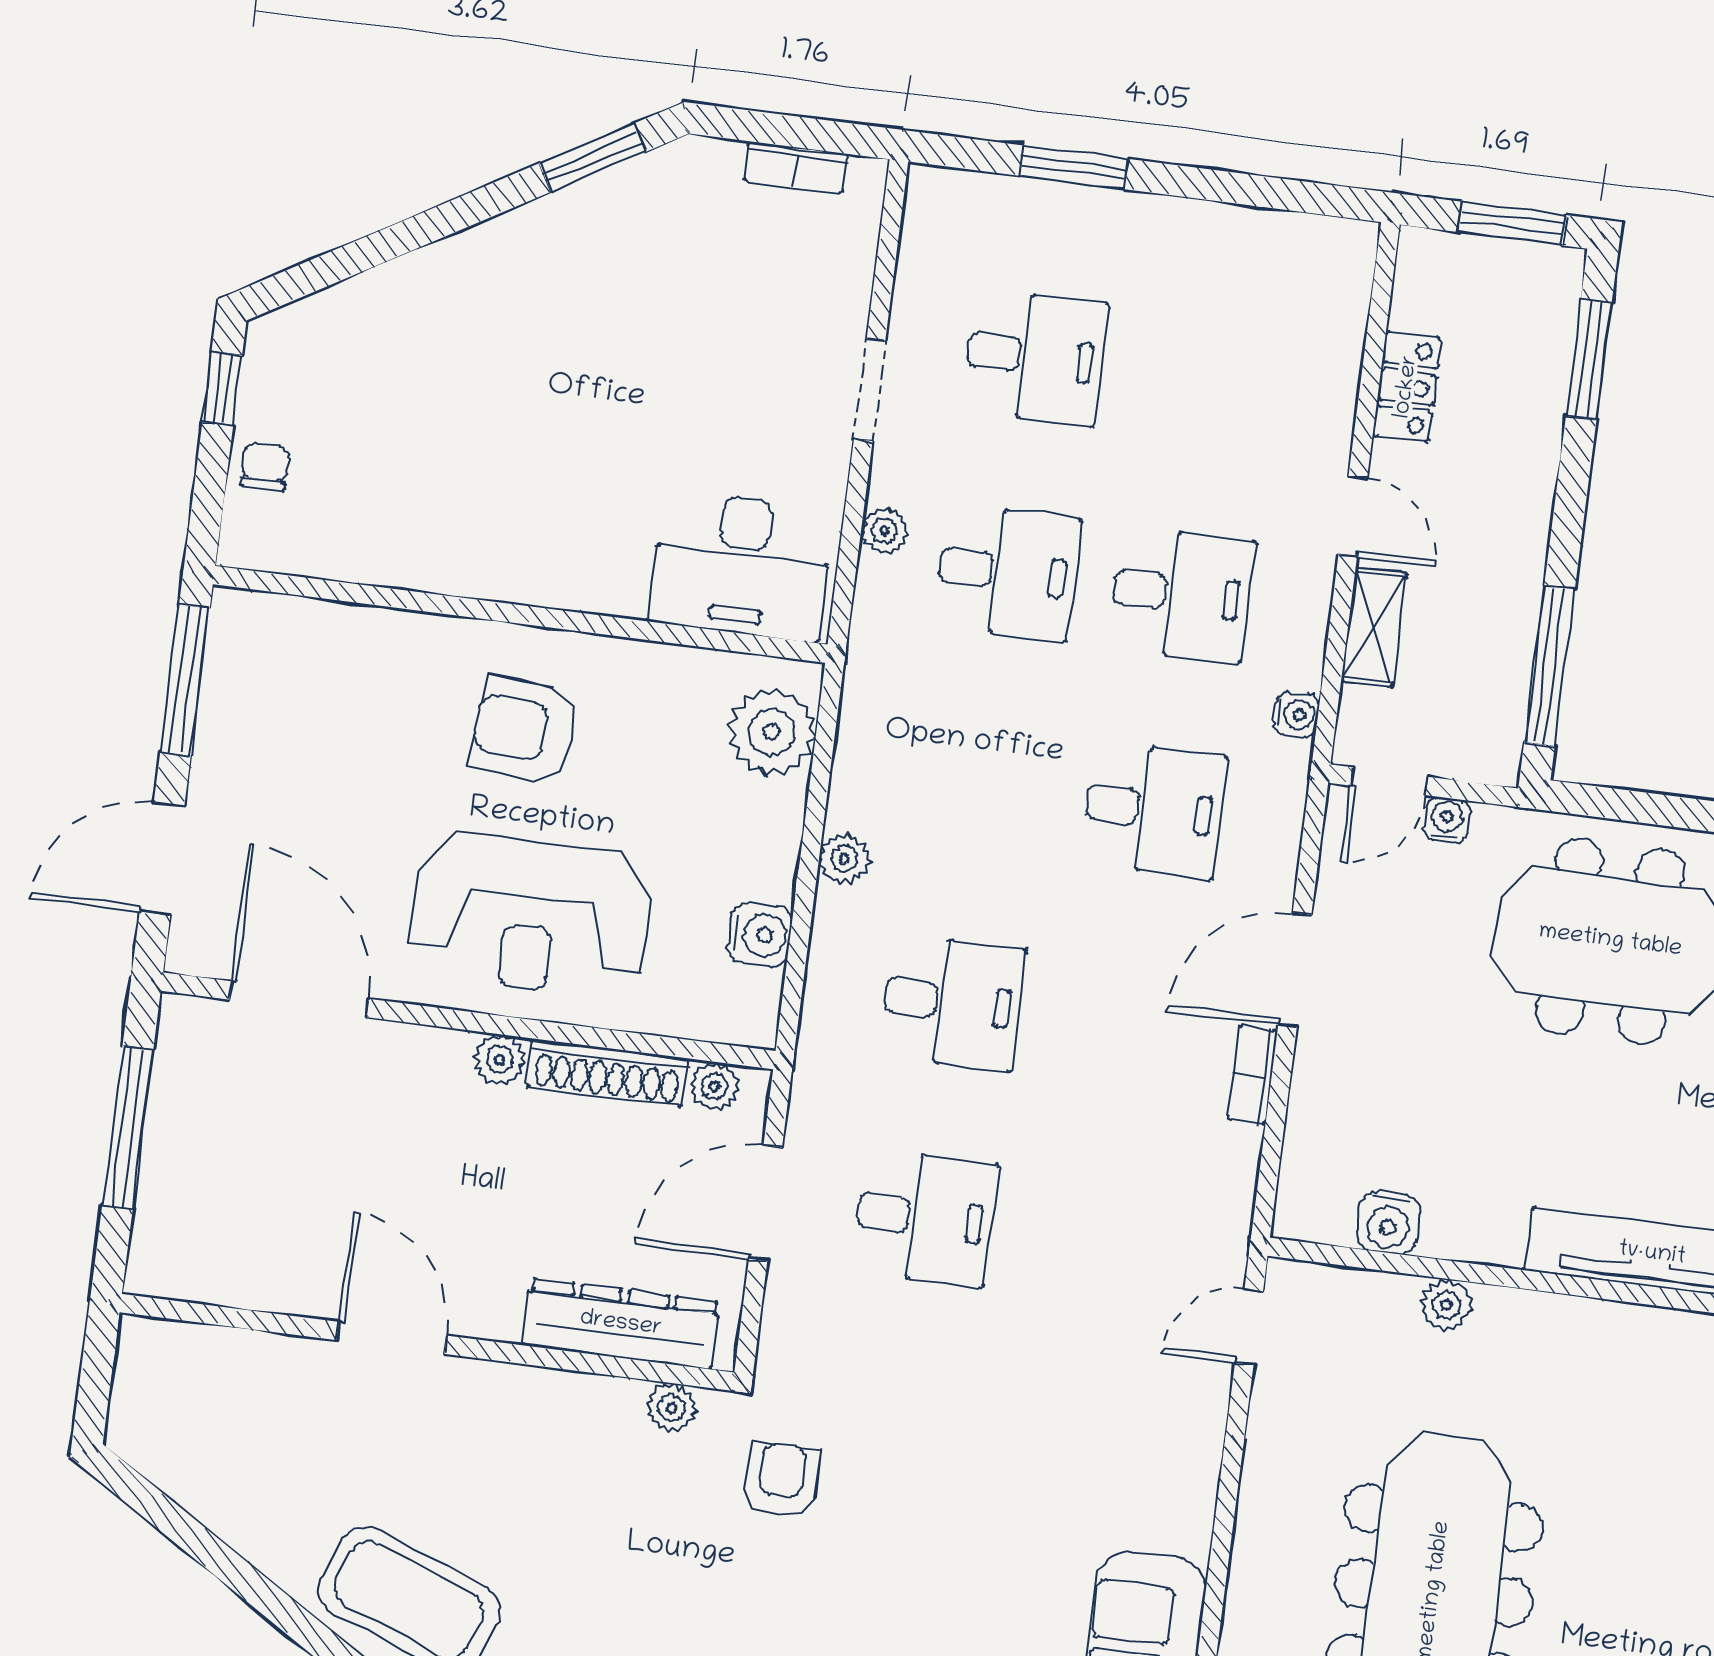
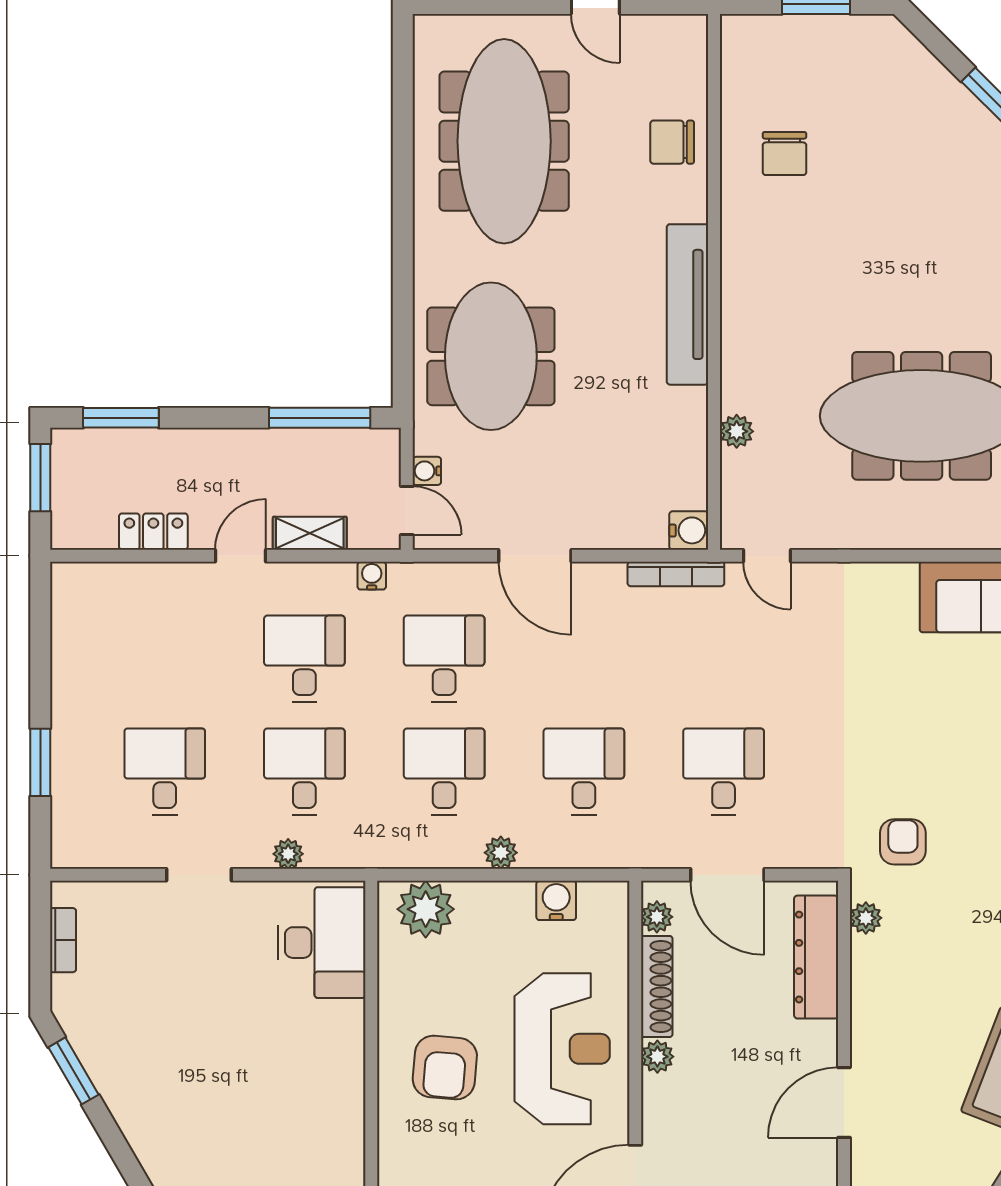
desk: (980, 787) -> (444, 772), added
bookcase: (1253, 1075) -> (676, 574), moved, width x1.56
water cooler: (1388, 1223) -> (689, 530), moved
armchair: (781, 1480) -> (903, 842), turned 90

